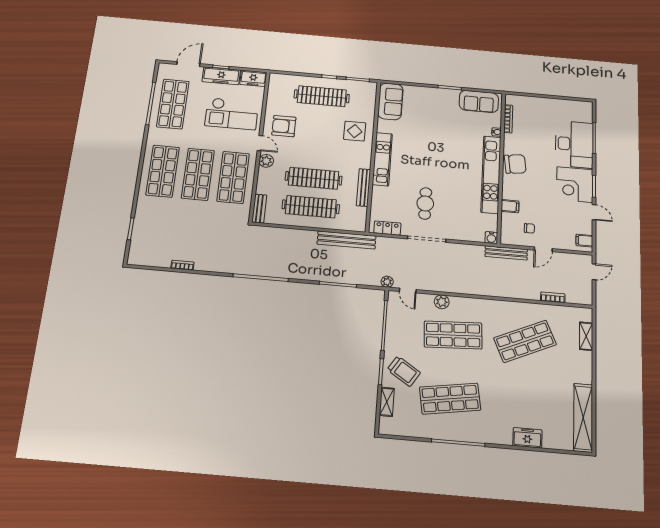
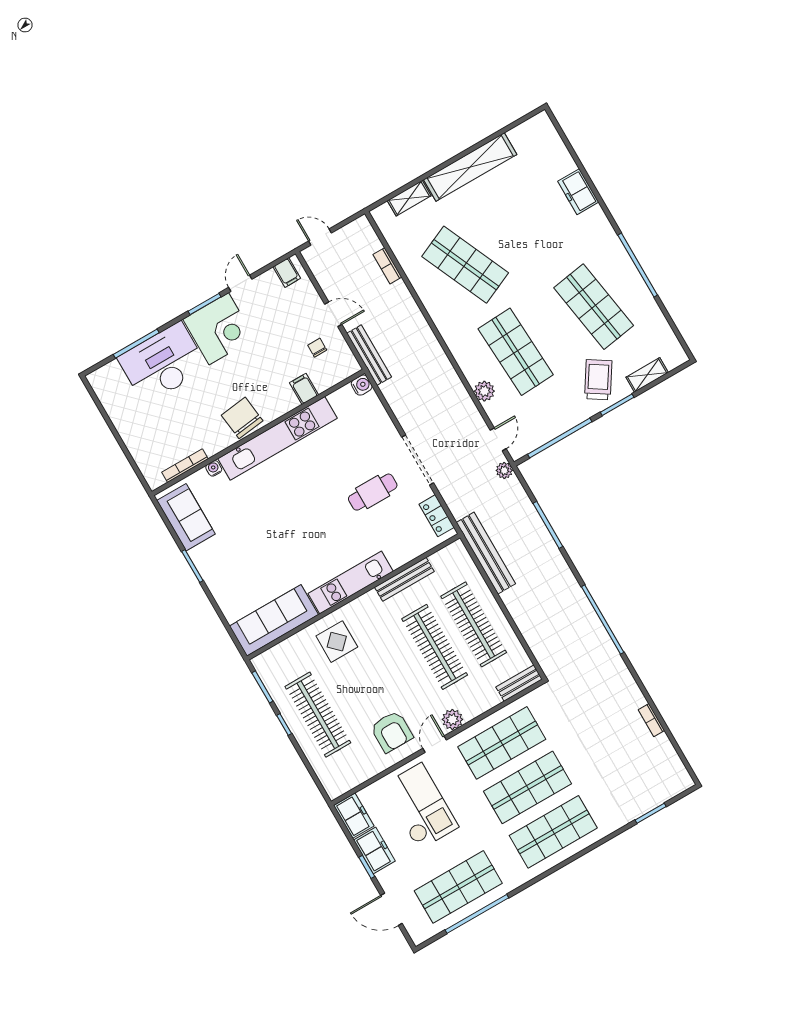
freezer: (221, 76) -> (374, 850), width x0.71
sofa: (390, 101) -> (274, 620), width x1.36
shelving: (583, 418) -> (470, 167), moved

